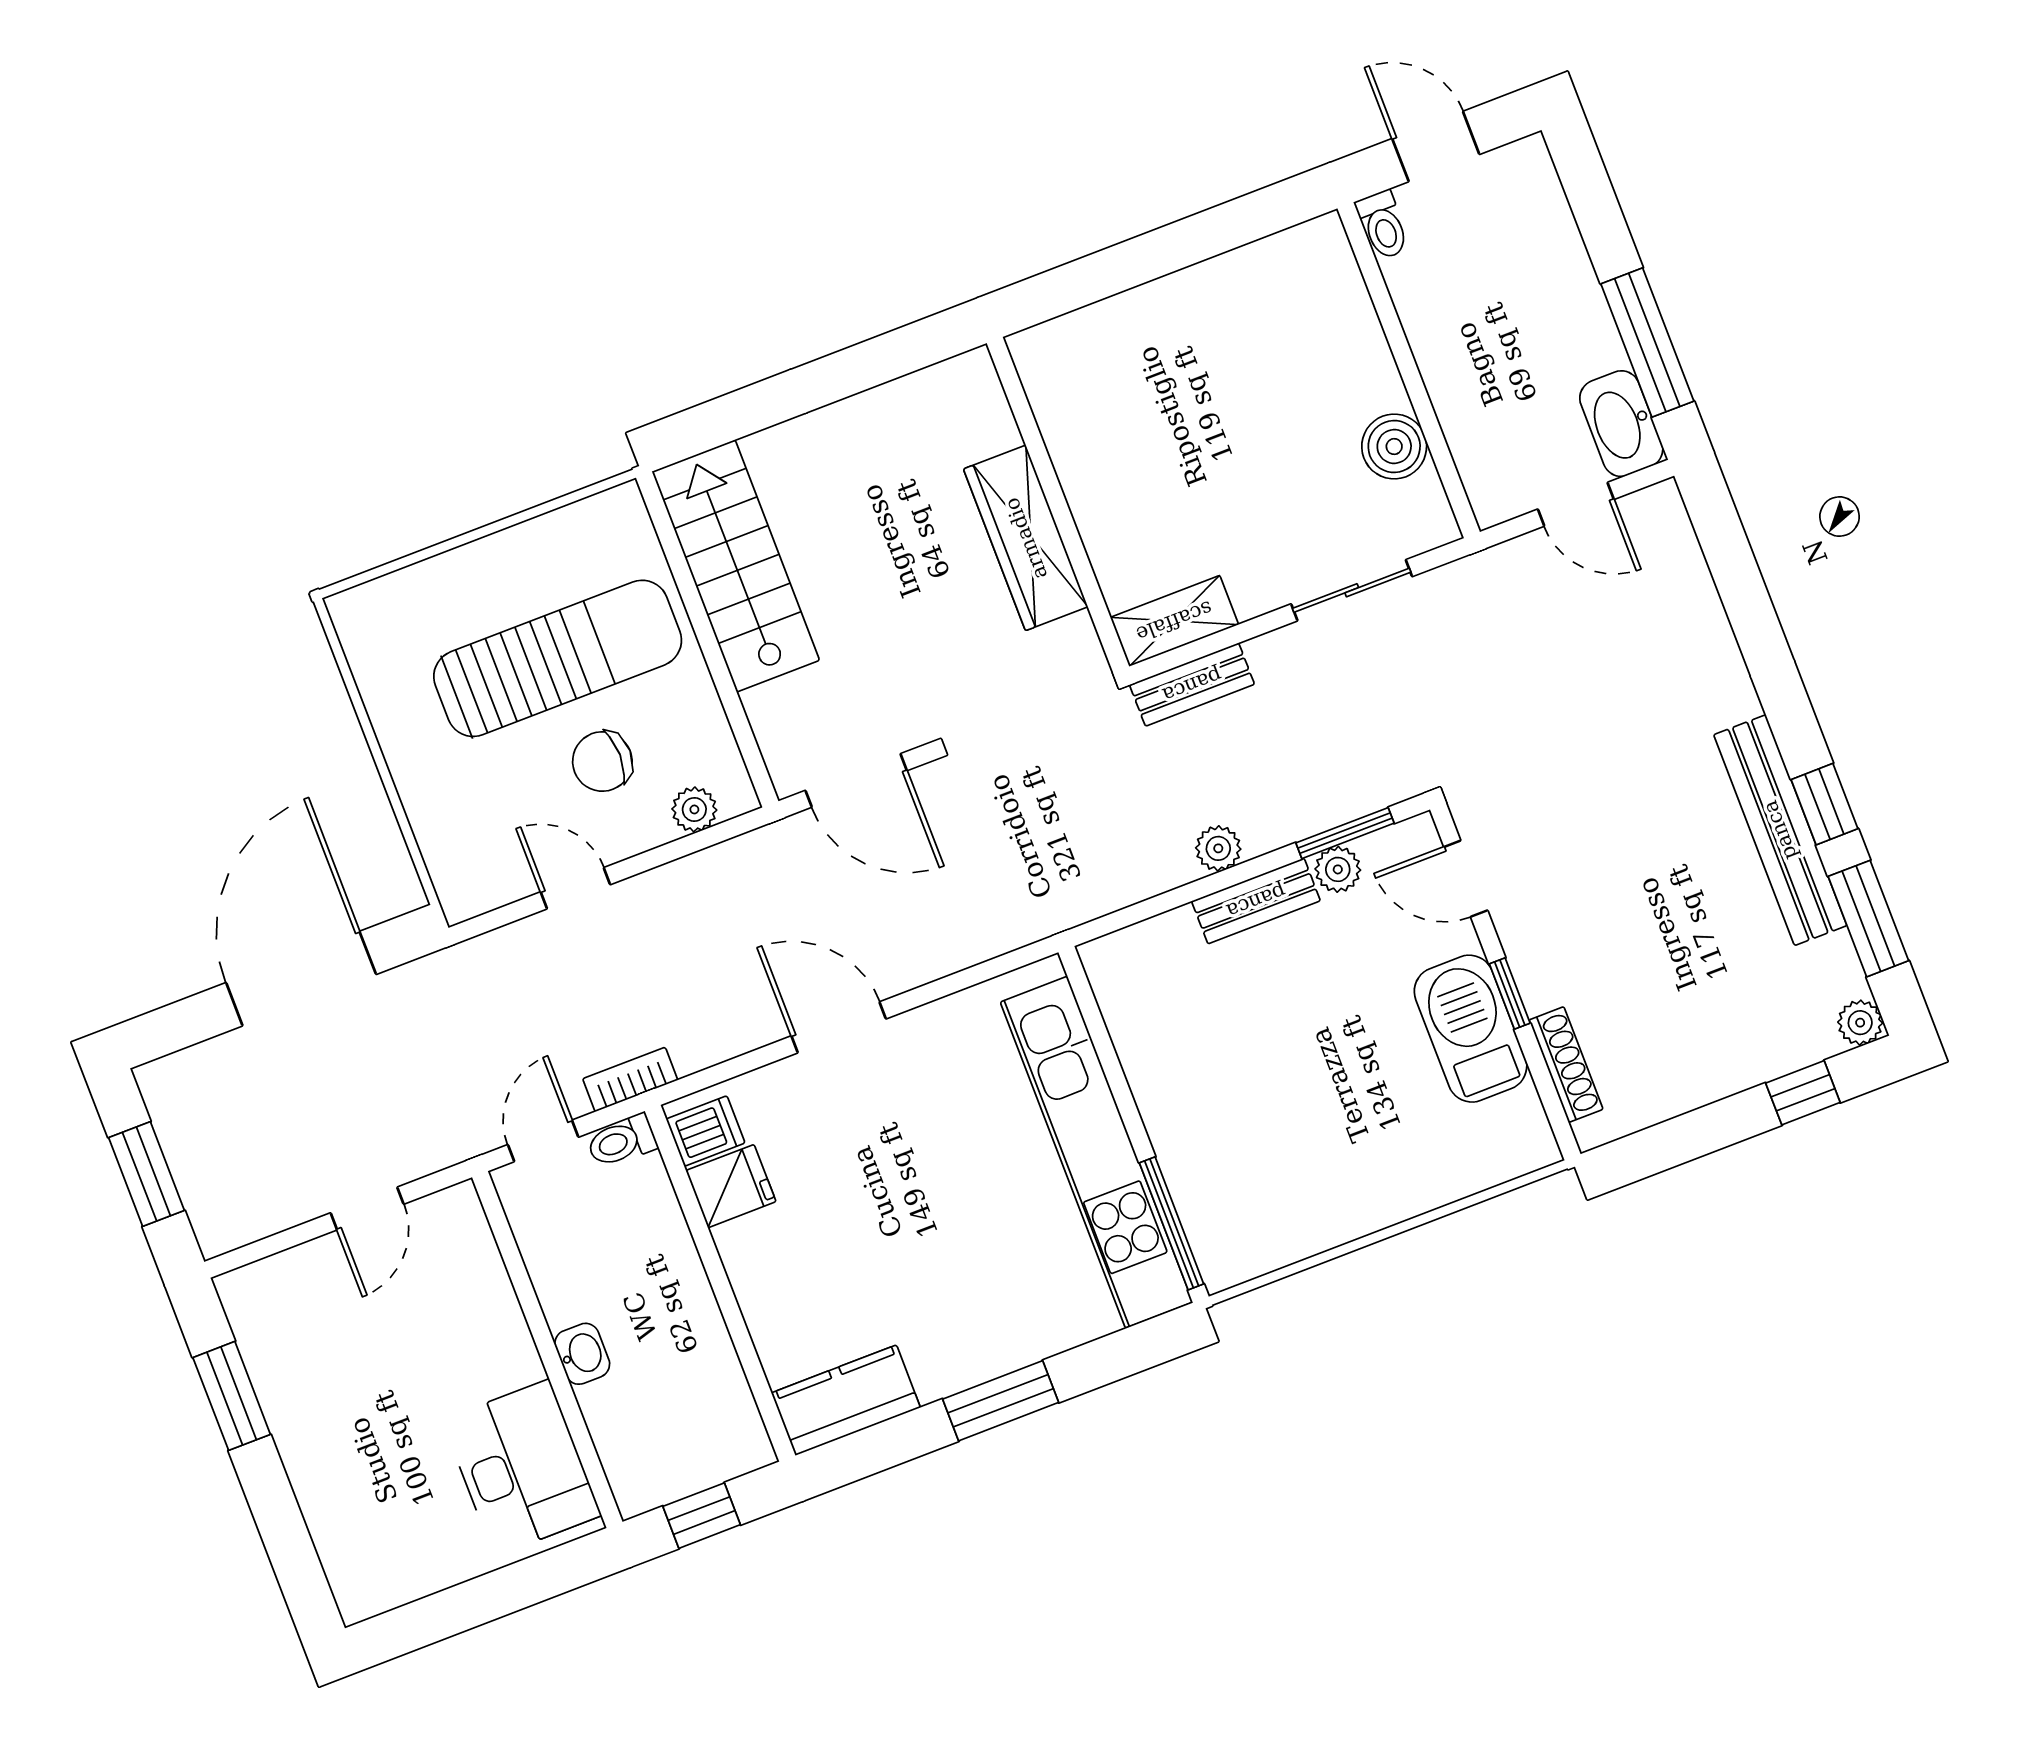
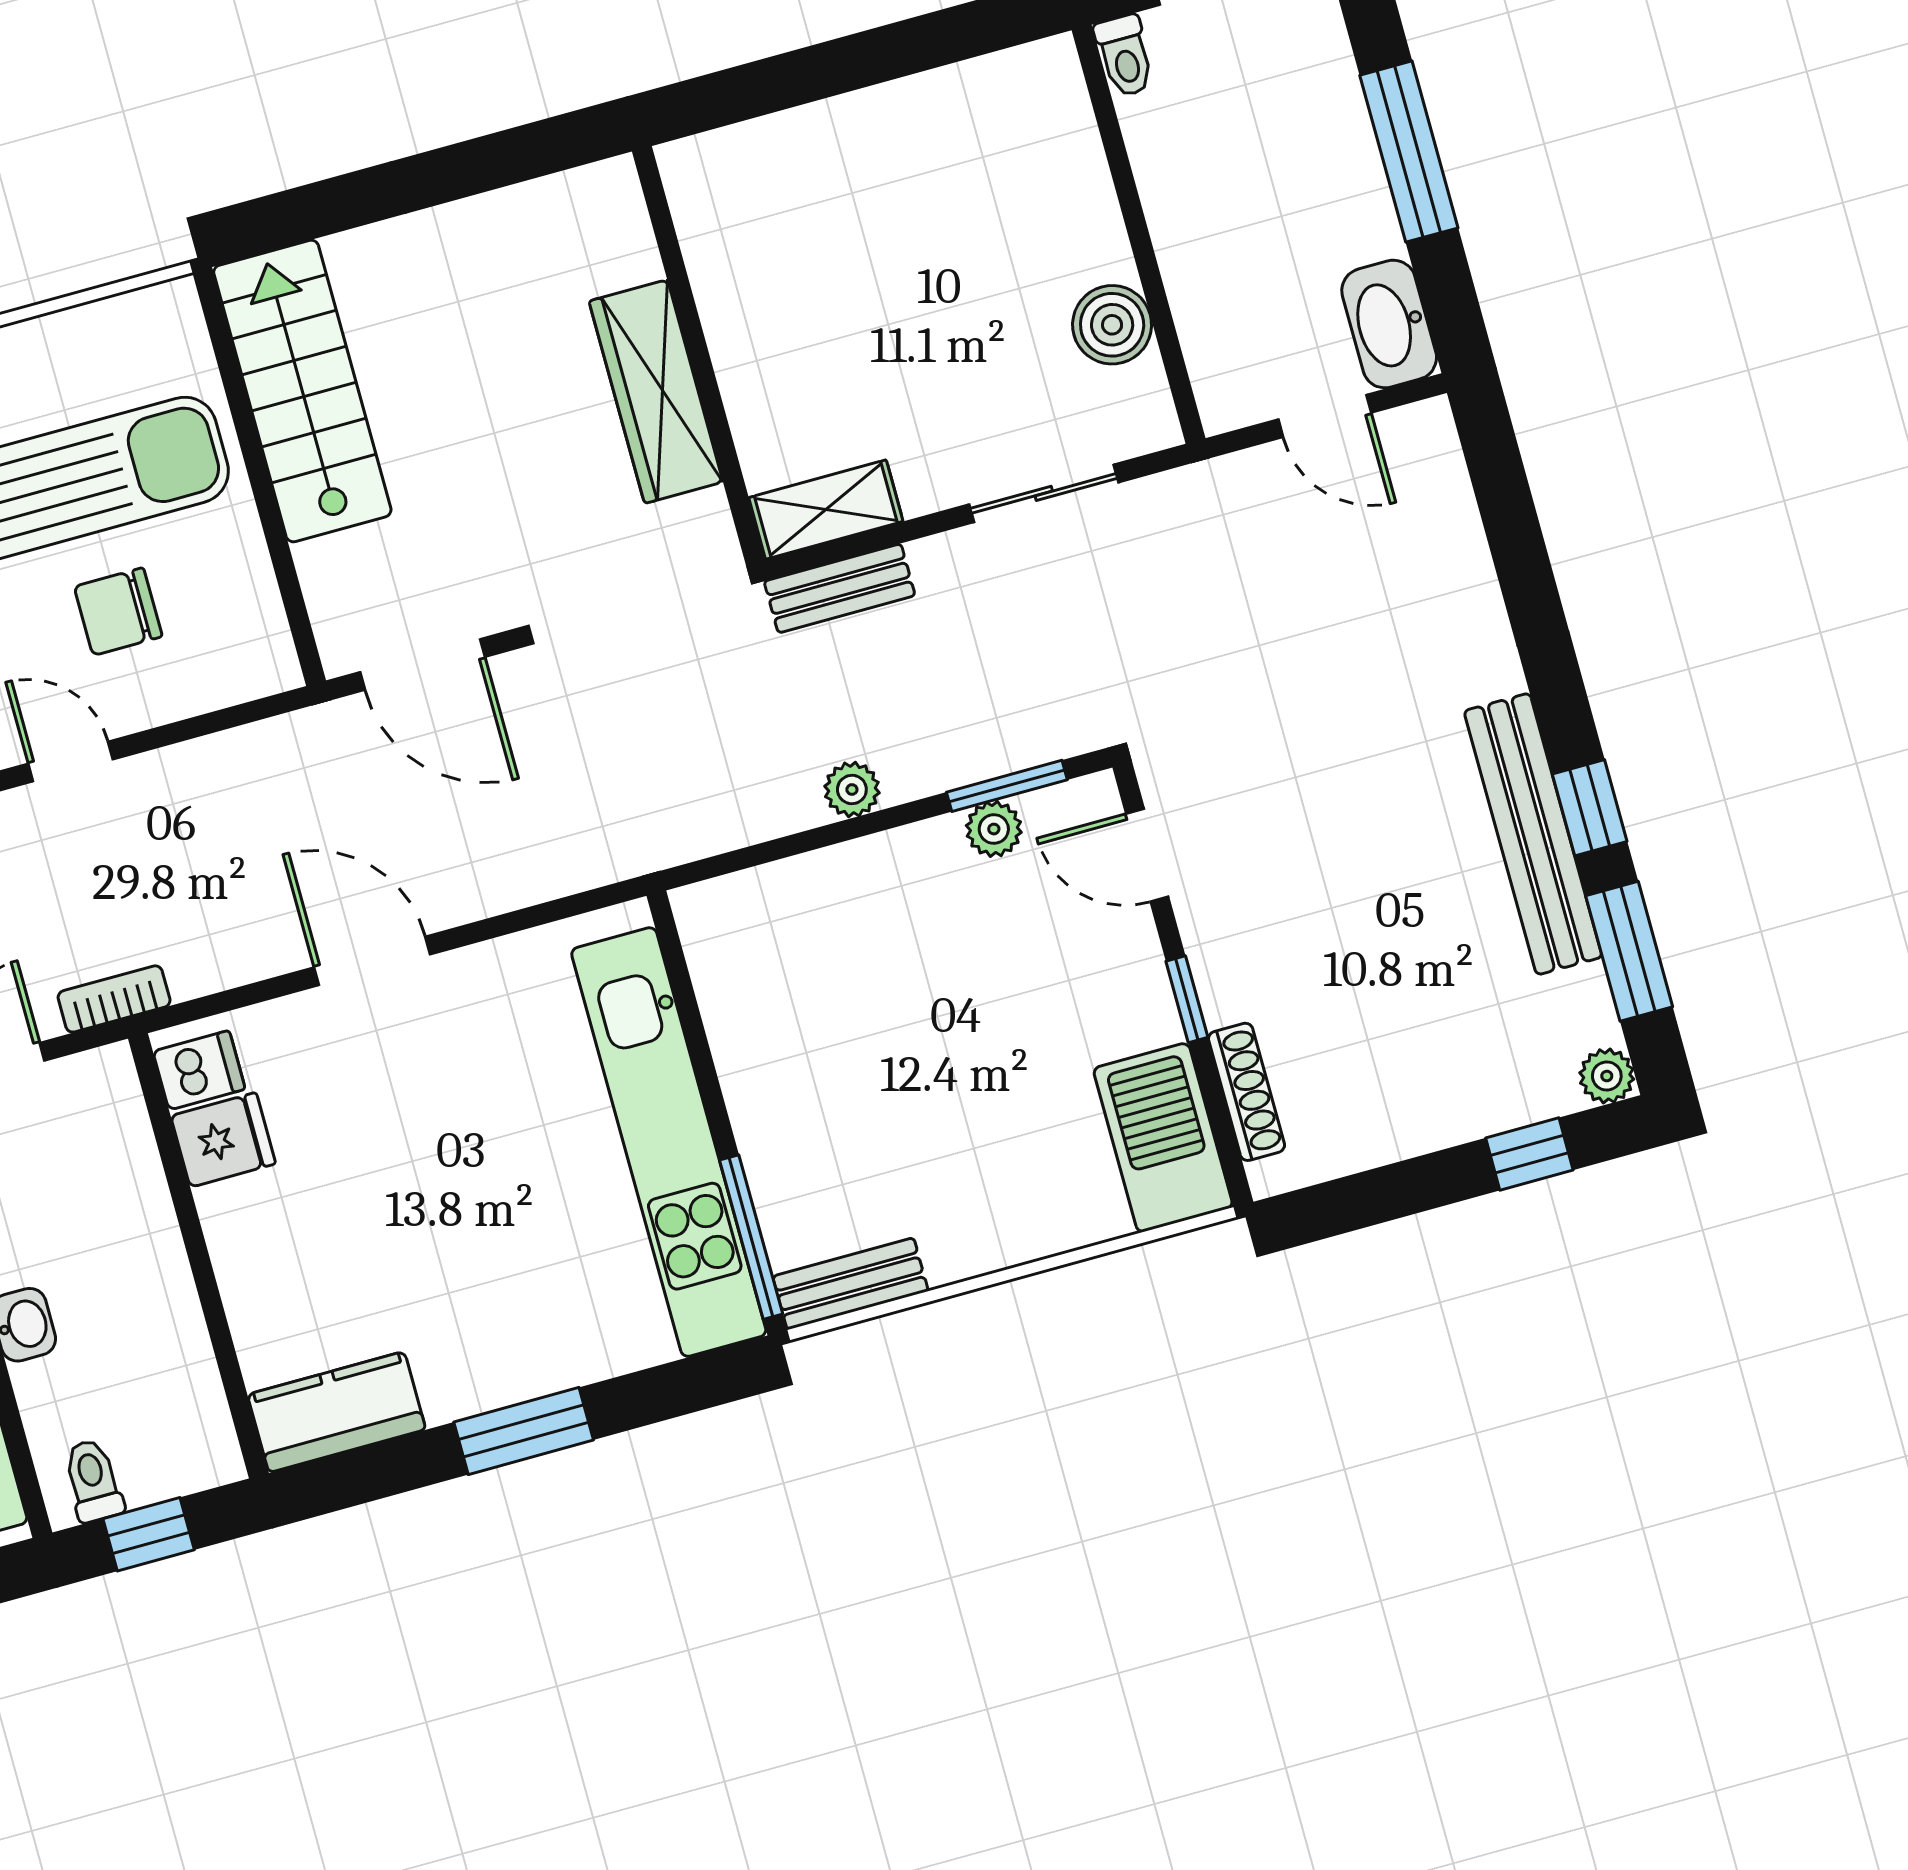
window: (1647, 342) -> (1409, 152), moved
plant: (694, 809) -> (224, 680), removed
bench: (1256, 901) -> (850, 1284), moved
barbecue: (1471, 1029) -> (1163, 1138), moved
toilet: (622, 1141) -> (93, 1481), moved, turned 90

